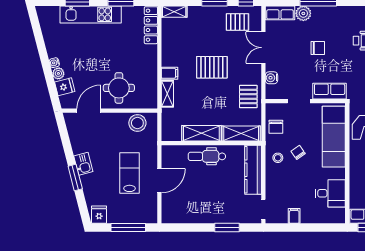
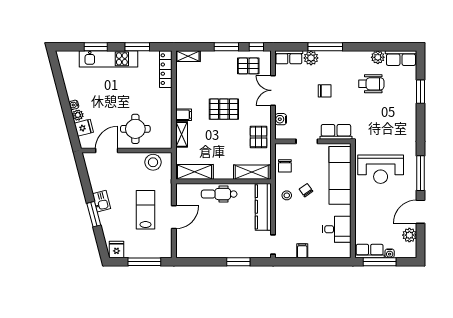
shelving: (201, 133) -> (194, 172), moved

